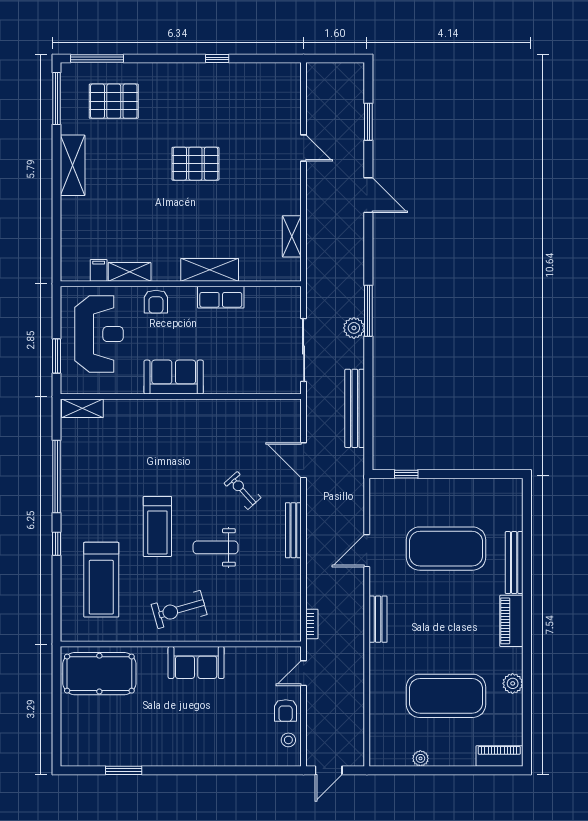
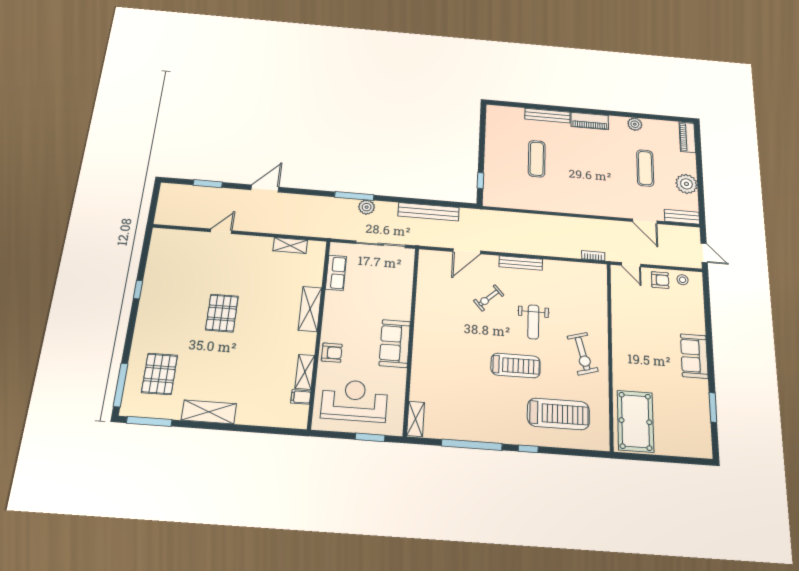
row of seats: (221, 297) -> (336, 273), moved
exercise mat: (446, 549) -> (537, 159), width x0.50, depth x0.69
door: (367, 551) -> (645, 221), moved
bench: (378, 619) -> (682, 217), moved
sofa: (196, 662) -> (694, 356), moved, turned 180
exercise mat: (446, 696) -> (645, 168), width x0.50, depth x0.69
plant: (420, 758) -> (686, 184), width x1.87, depth x1.87

